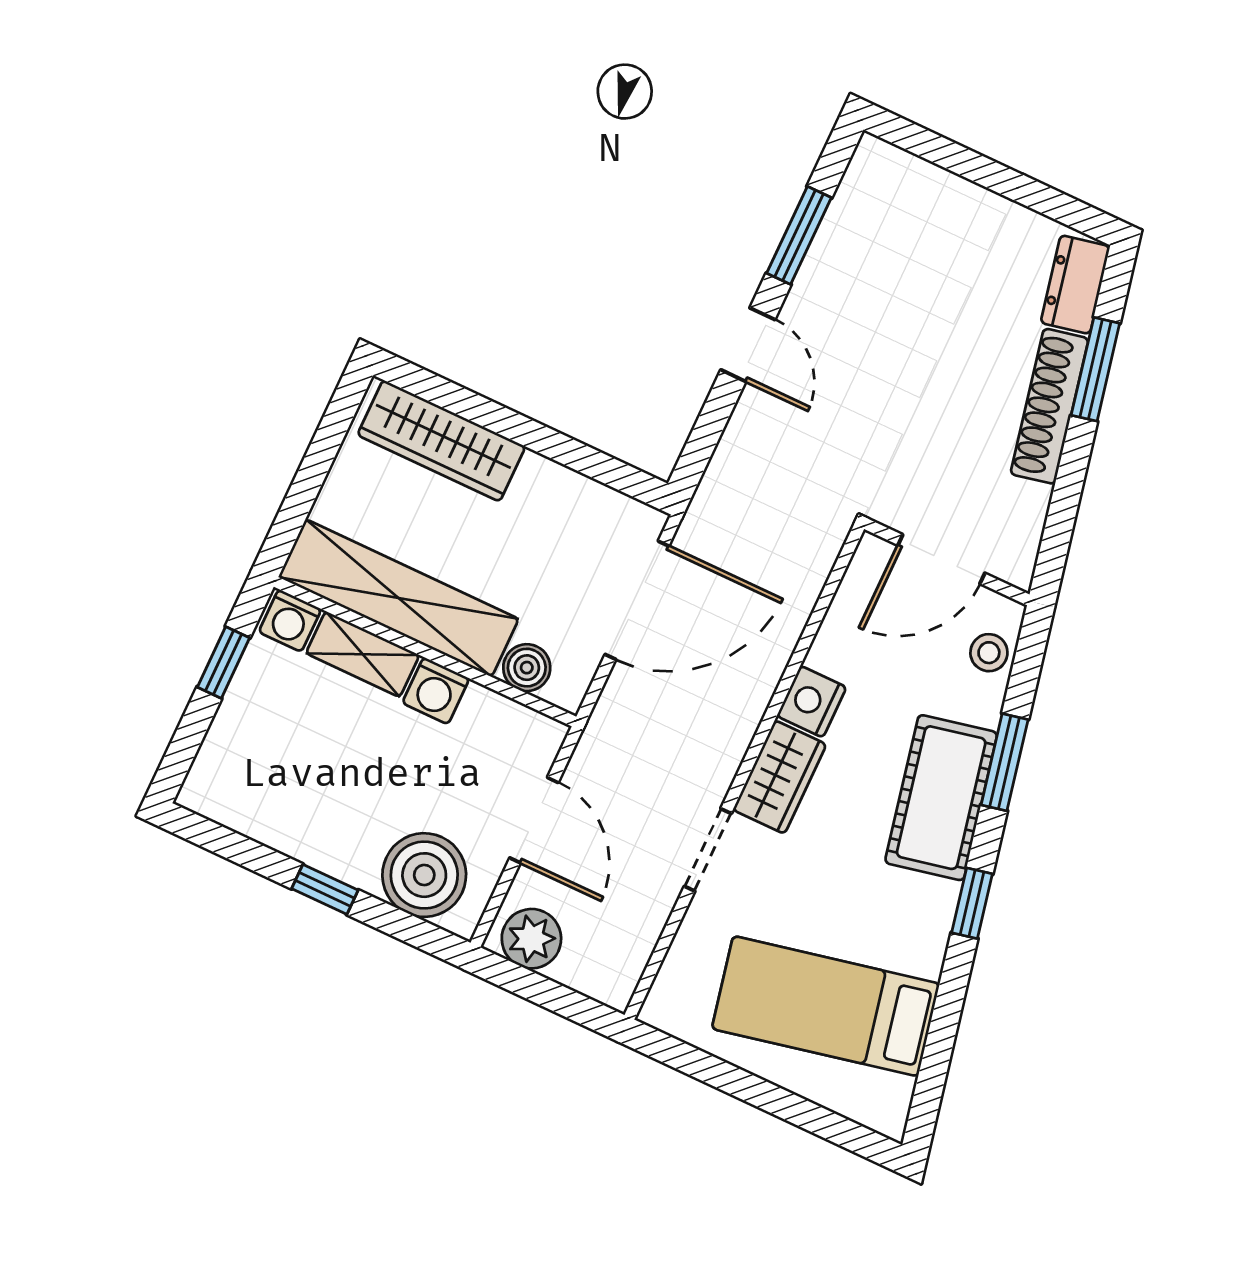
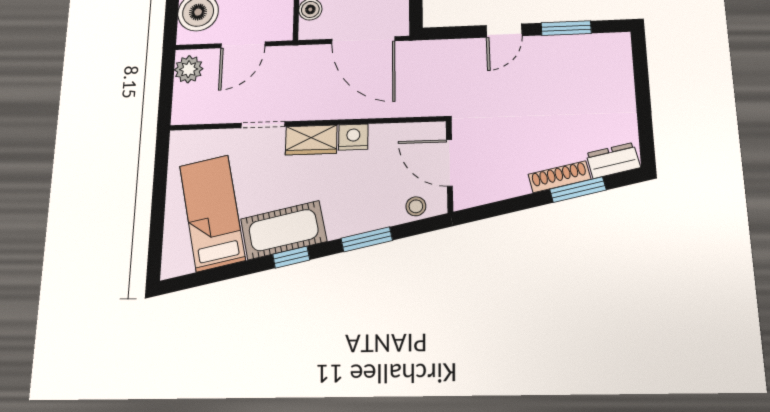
shoe rack: (1049, 406) -> (559, 177), width x0.74, depth x0.81
cot: (941, 798) -> (284, 230), moved

